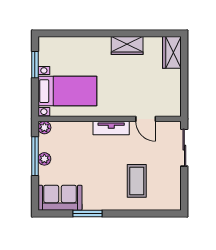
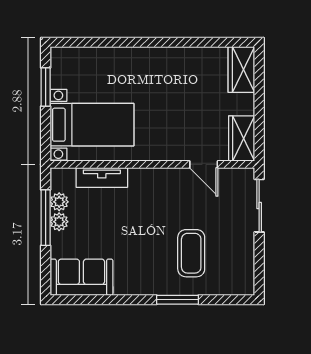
wardrobe: (127, 46) -> (242, 139), moved, turned 90
plant: (44, 128) -> (59, 202), moved
tv unit: (111, 128) -> (102, 178), moved
window: (88, 214) -> (177, 300), moved

